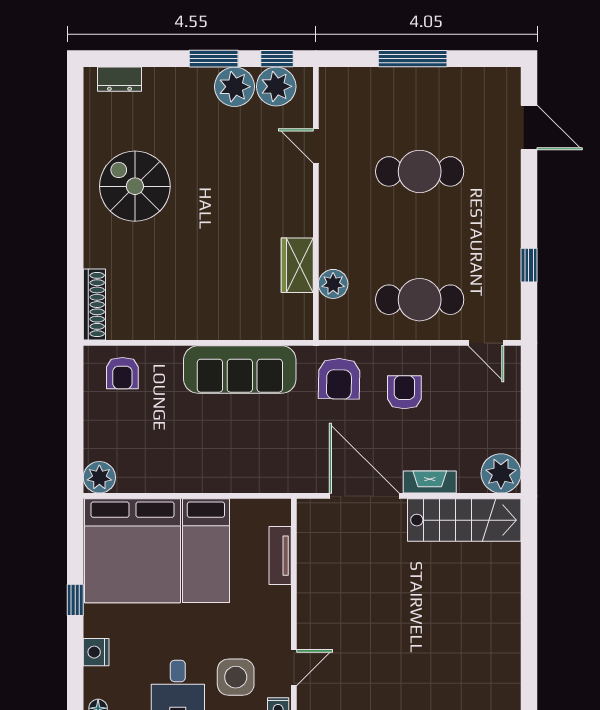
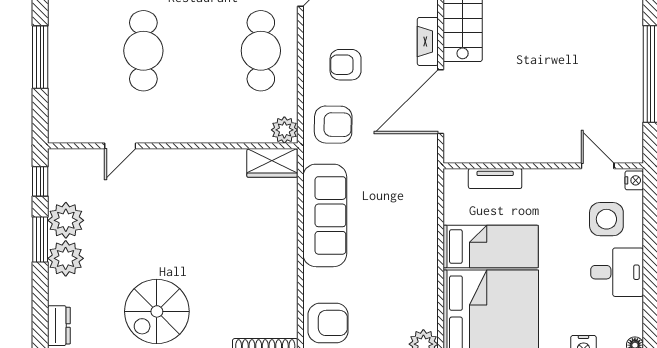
plant: (276, 86) -> (66, 258), moved
wardrobe: (297, 265) -> (272, 163), moved
plant: (333, 284) -> (284, 130), moved
armchair: (122, 373) -> (328, 323), width x1.38, depth x1.38

